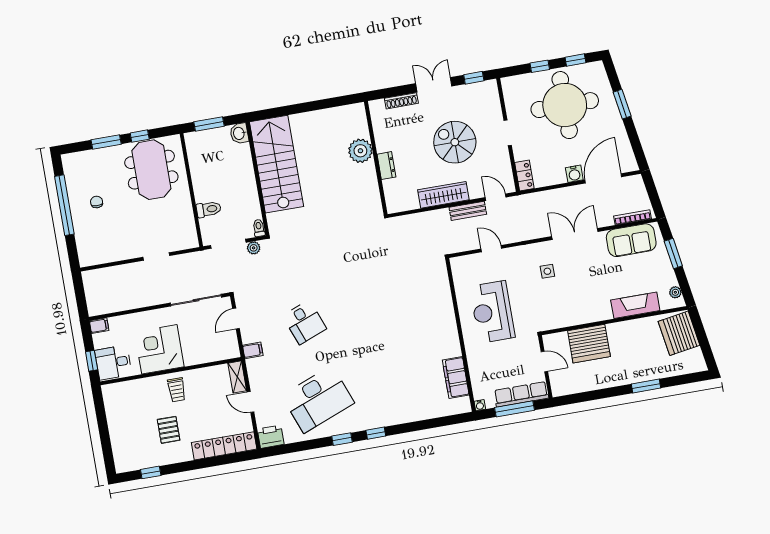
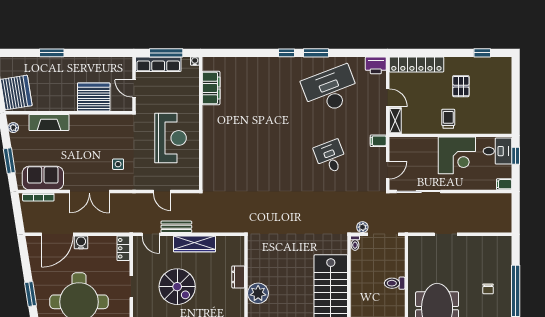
toilet: (209, 209) -> (395, 283), moved
window: (342, 439) -> (316, 53), width x1.50

